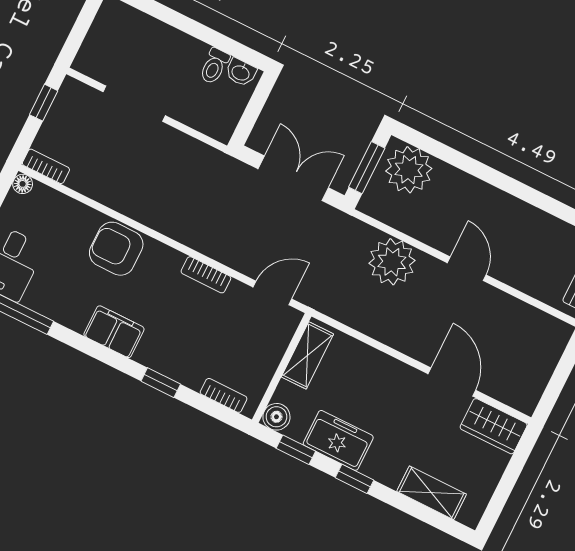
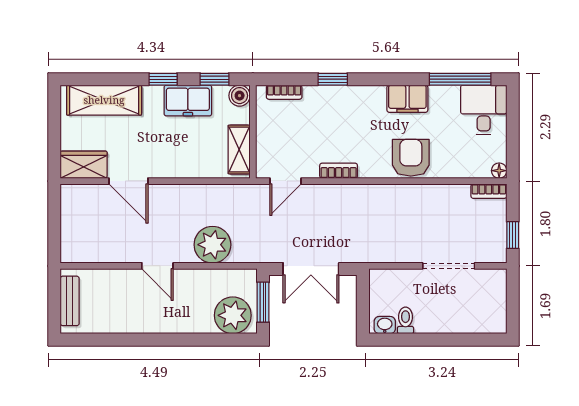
armchair: (116, 249) -> (411, 158), turned -90
filing cabinet: (114, 332) -> (407, 99), moved
shelving: (432, 493) -> (104, 100), width x1.50, depth x1.33

